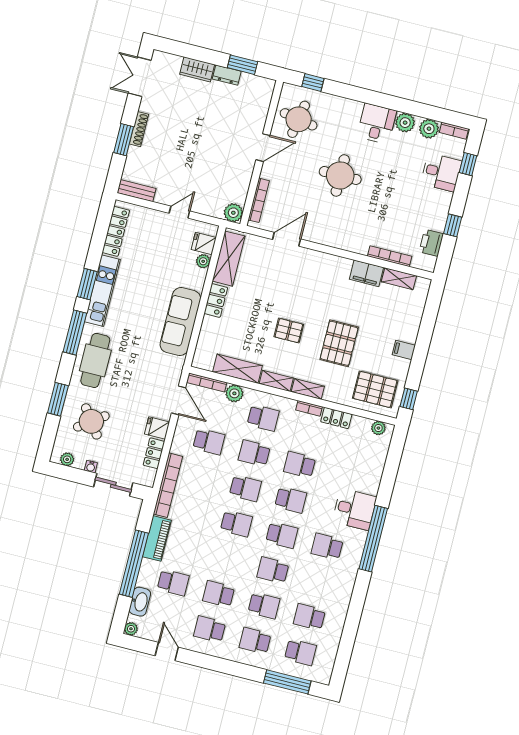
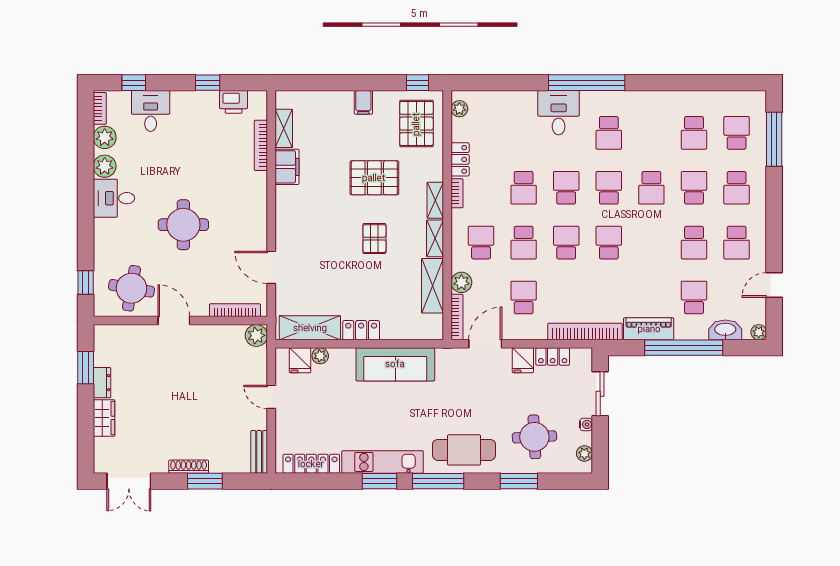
round table: (91, 421) -> (534, 437), turned 33

